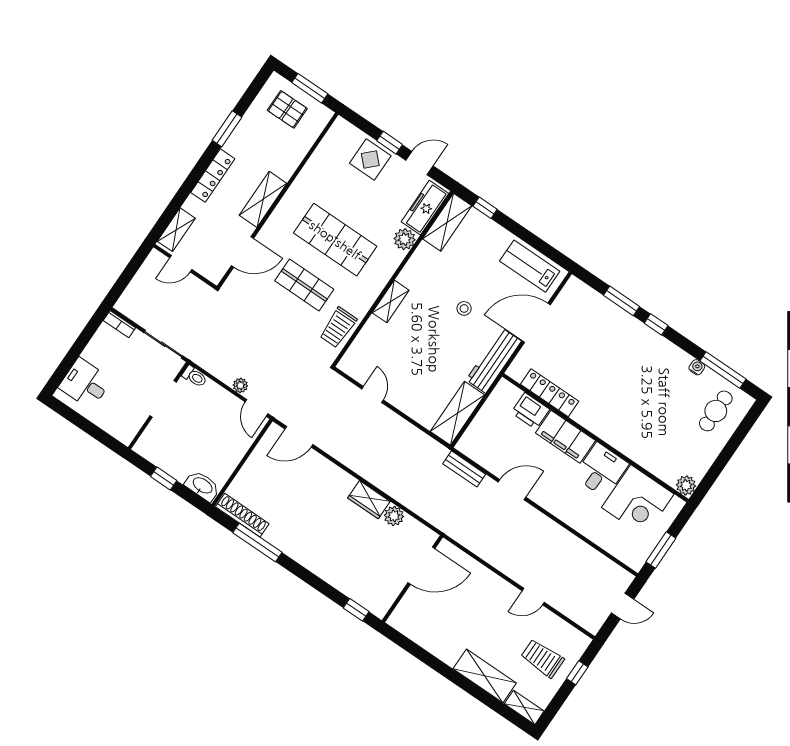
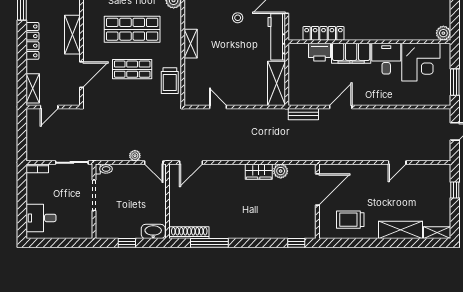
trolley: (542, 658) -> (350, 220), moved

